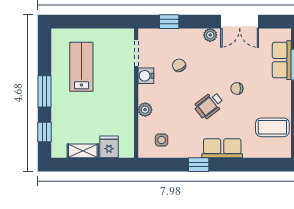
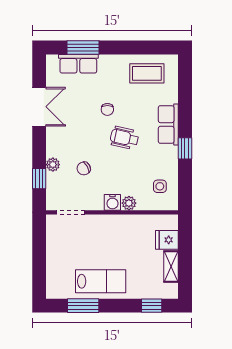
plant: (210, 35) -> (53, 165), moved
lab bench: (81, 67) -> (101, 281), moved, turned 180
water cooler: (146, 76) -> (112, 202), moved
window: (45, 91) -> (83, 306), moved
wheelchair: (209, 105) -> (124, 138), turned 141
coffee table: (272, 127) -> (147, 73), turned 90

